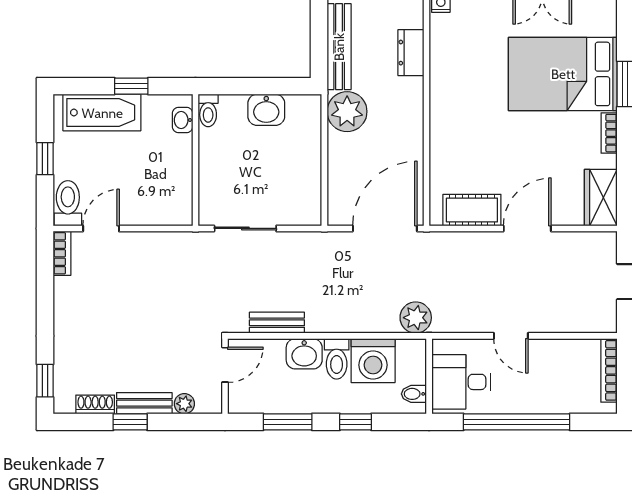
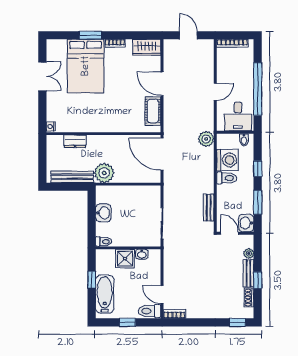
washbasin: (183, 120) -> (142, 254), moved
shower: (174, 154) -> (125, 259), added
washbasin: (304, 354) -> (246, 223), moved, turned 180

